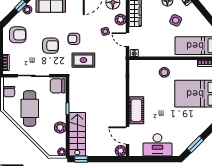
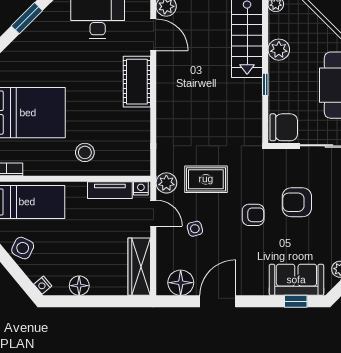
plant: (121, 20) -> (166, 183), moved
side table: (176, 20) -> (23, 248), moved
tv unit: (151, 52) -> (110, 190), added
rug: (83, 60) -> (206, 179), moved

